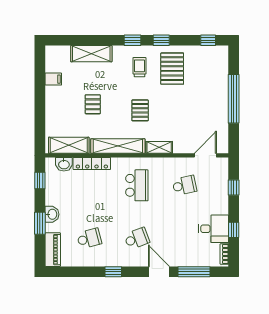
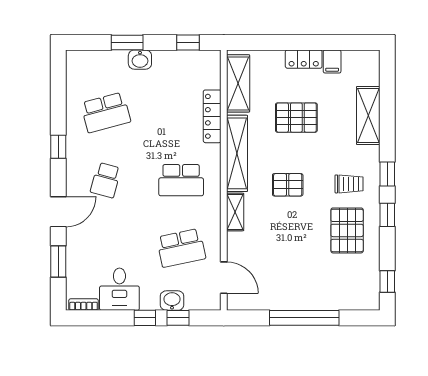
pallet: (172, 69) -> (347, 230), turned 90
locker: (52, 99) -> (304, 59), added
pallet: (93, 104) -> (296, 118), width x1.50, depth x1.42
washbasin: (64, 164) -> (172, 301), moved, turned 90
school desk: (184, 185) -> (181, 248), width x1.85
window: (234, 230) -> (145, 318), moved
school desk: (89, 238) -> (106, 112), width x1.85
school desk: (137, 238) -> (106, 180), turned 36
piano: (53, 250) -> (90, 61), removed
window: (194, 272) -> (58, 261), width x0.69

